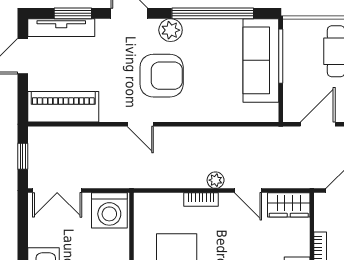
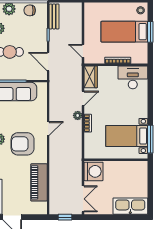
armchair: (162, 76) -> (23, 144), turned -90
piano: (63, 107) -> (39, 182), moved
door: (140, 124) -> (48, 129), moved

